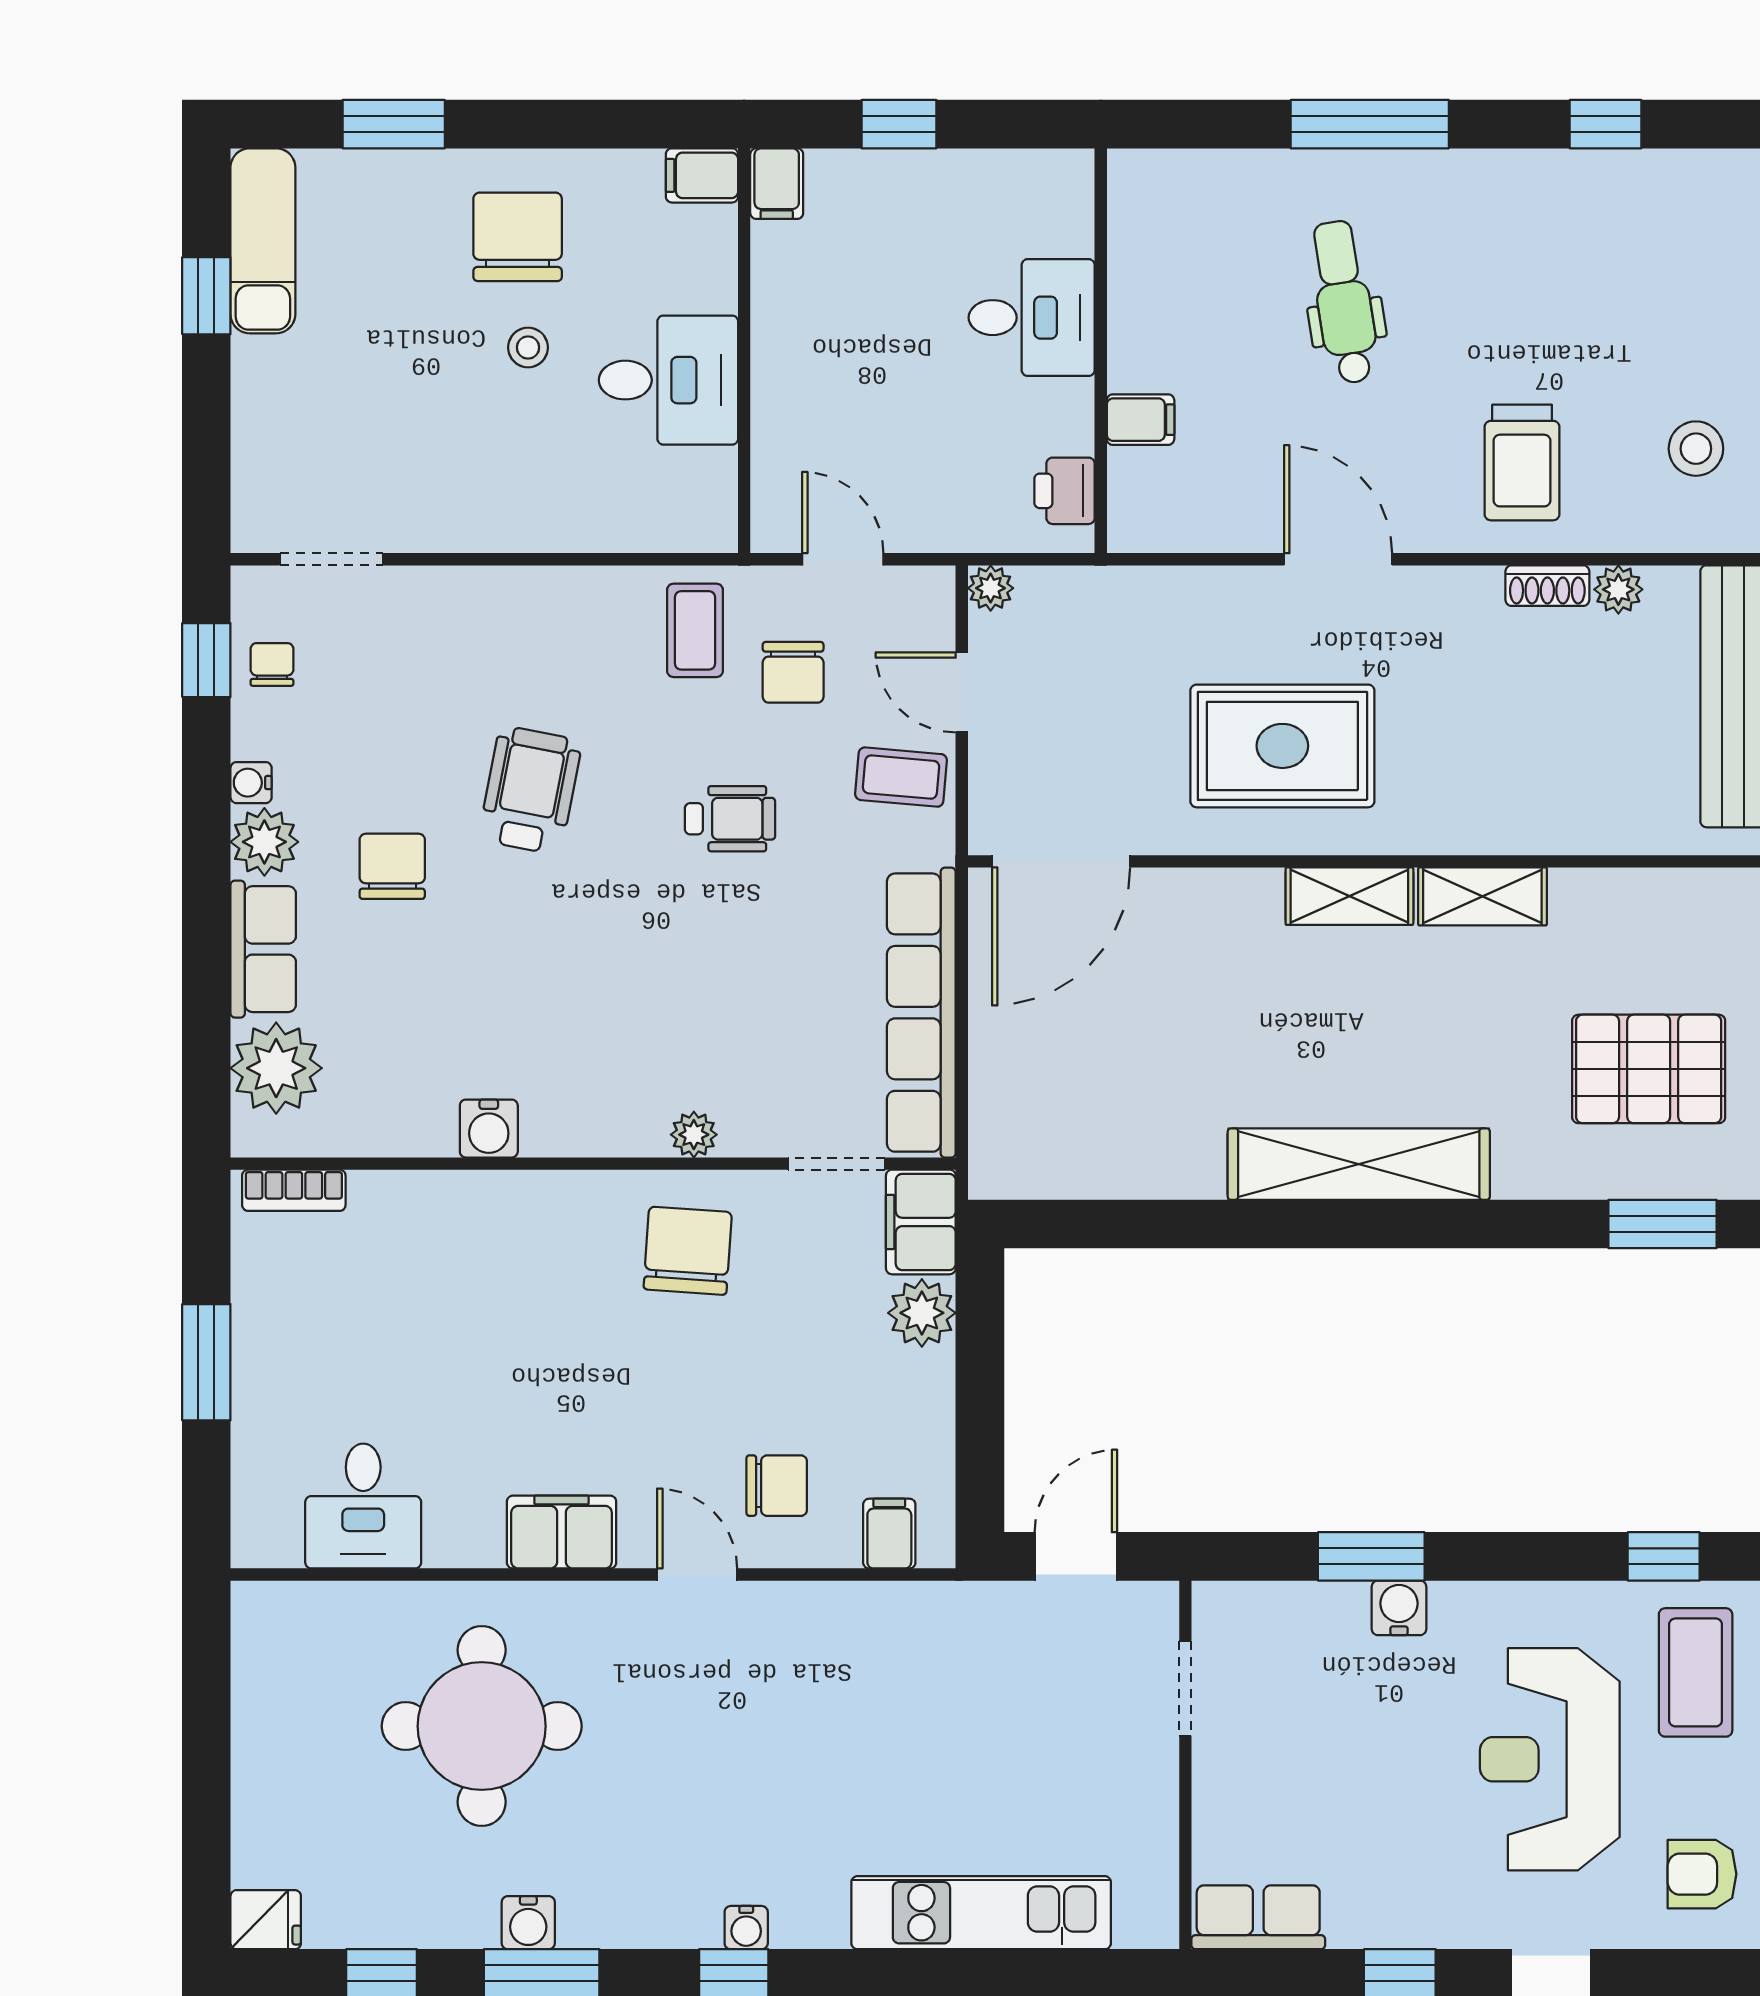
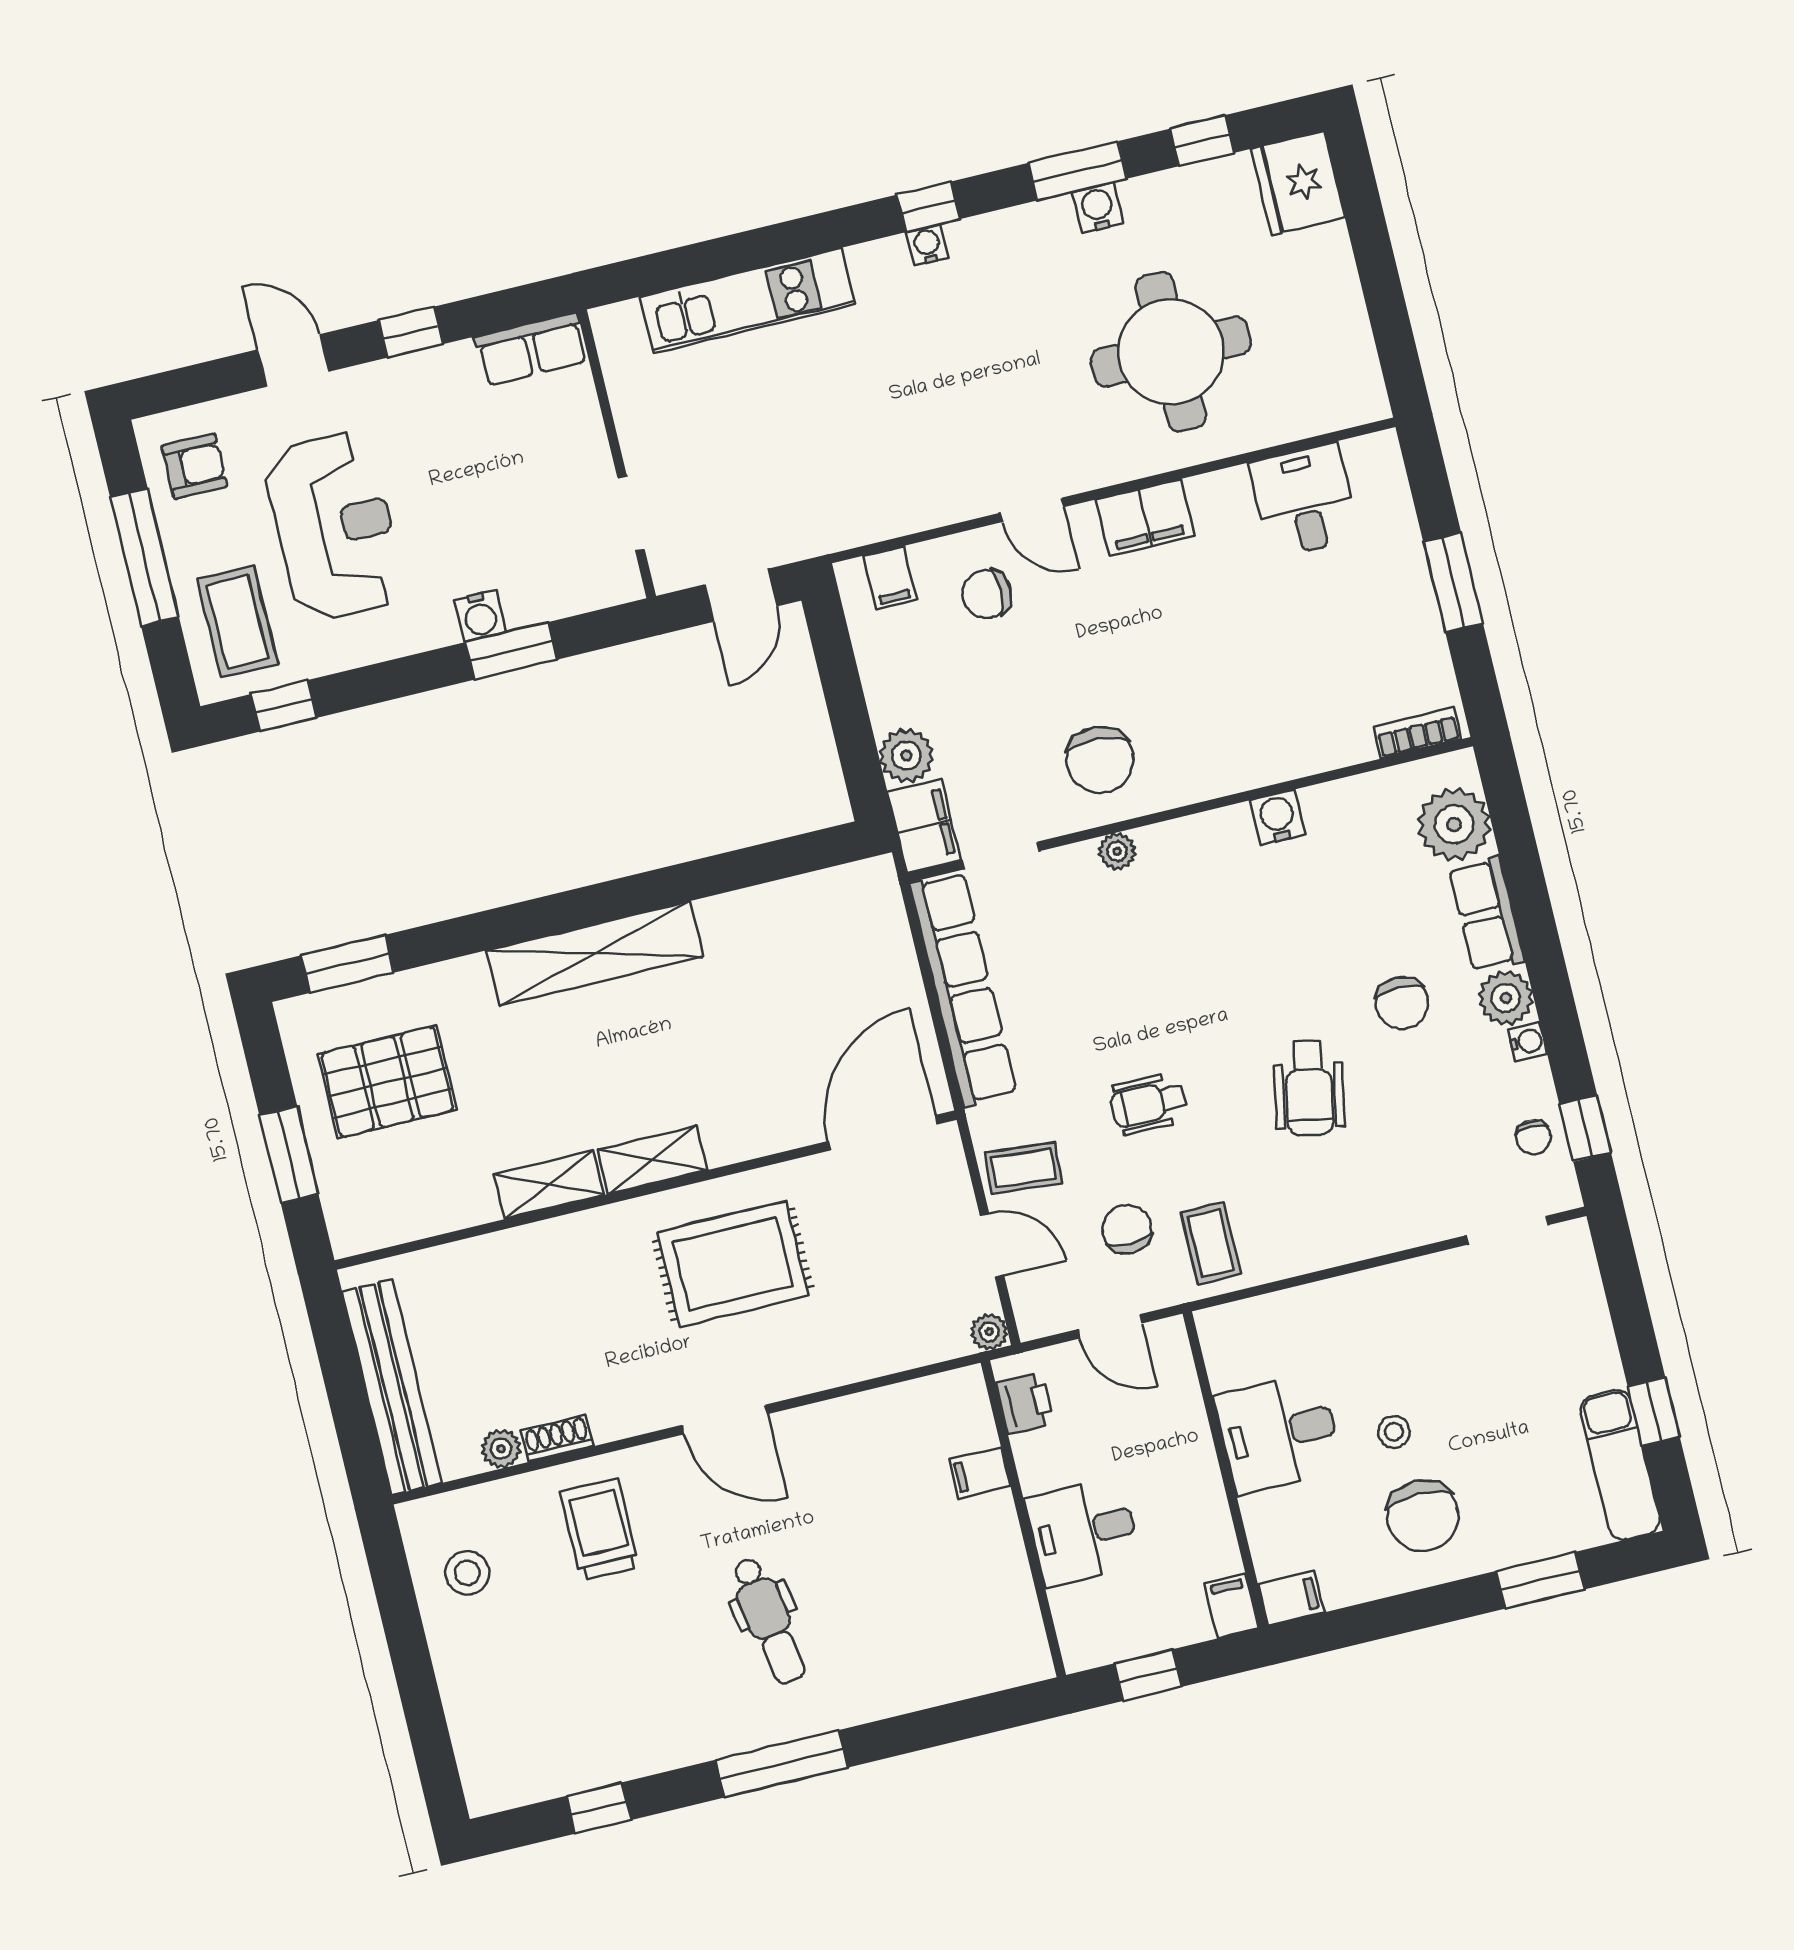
desk: (1032, 318) -> (1083, 1532), moved
wall: (1101, 351) -> (1023, 1519), moved
filing cabinet: (1141, 420) -> (979, 1473), moved
printer: (1065, 491) -> (1025, 1403), moved
fridge: (266, 1920) -> (1298, 183), width x1.88, depth x1.34

